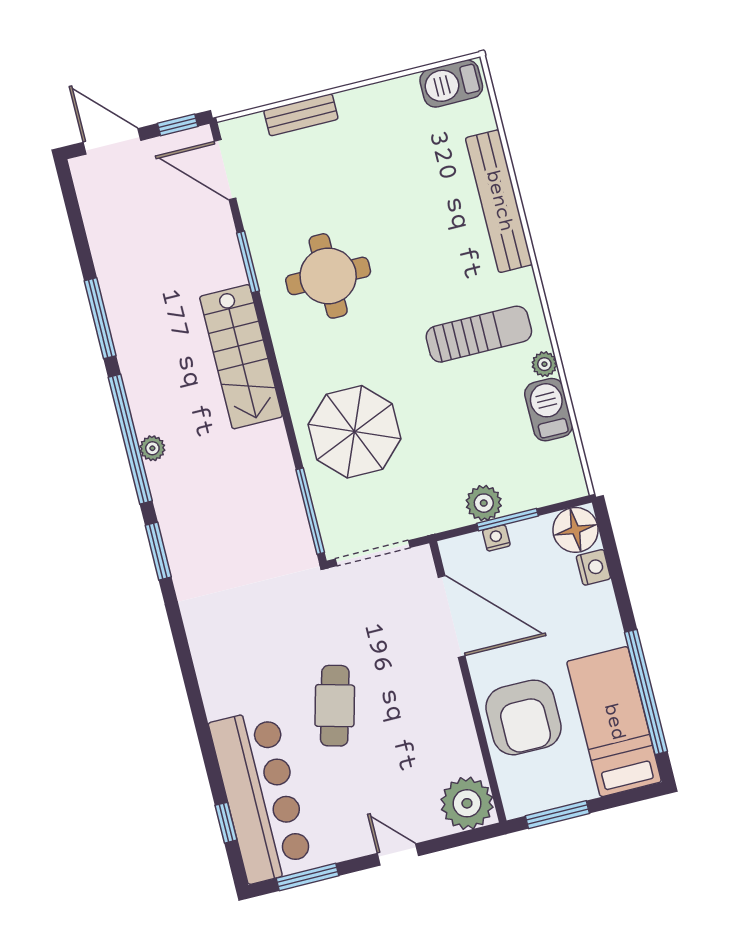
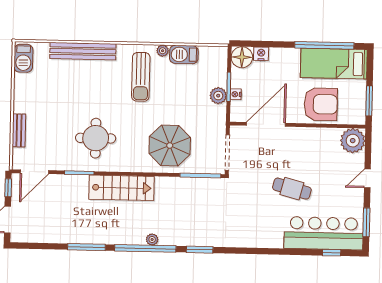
sun lounger: (479, 334) -> (141, 77), turned 180

